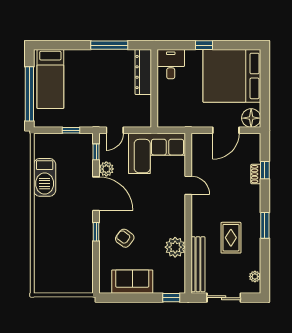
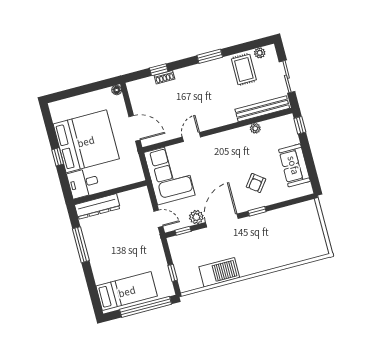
bed: (232, 76) -> (86, 141), moved, turned -90
floor lamp: (251, 118) -> (117, 90), width x0.53, depth x0.53
window: (71, 130) -> (173, 273), moved
door: (226, 130) -> (135, 128), moved
rug: (231, 238) -> (244, 69), moved, turned 90
plant: (175, 247) -> (255, 128), width x0.53, depth x0.53

